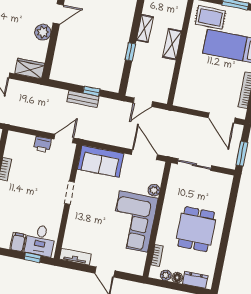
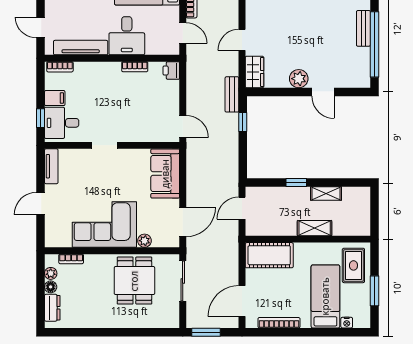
cot: (187, 87) -> (269, 255), added
window: (91, 91) -> (243, 122), moved
bench: (83, 99) -> (232, 94), moved
door: (143, 102) -> (242, 208), hinge flipped
printer: (42, 144) -> (171, 70), moved
doorway: (70, 193) -> (104, 145), moved
dining table: (196, 229) -> (134, 281), moved, turned 90

